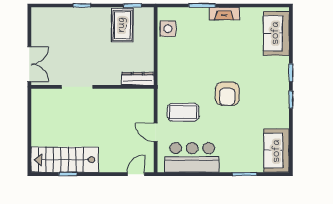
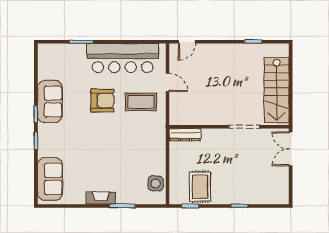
armchair: (227, 94) -> (102, 101), moved, turned 90
sofa: (277, 151) -> (50, 102), moved
bar counter: (192, 157) -> (123, 58), width x1.36
stairs: (65, 160) -> (277, 90), moved, turned 90

